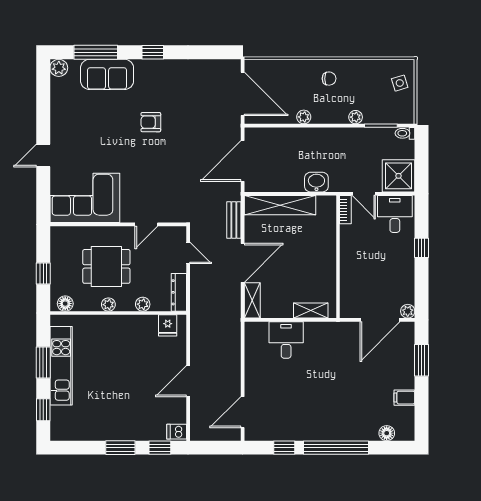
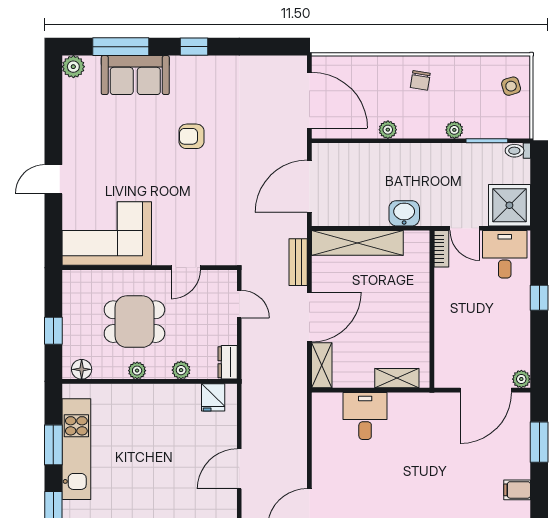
chair: (329, 79) -> (420, 80), turned 99
dresser: (179, 292) -> (228, 362), width x0.70

